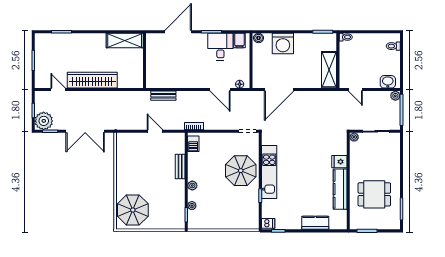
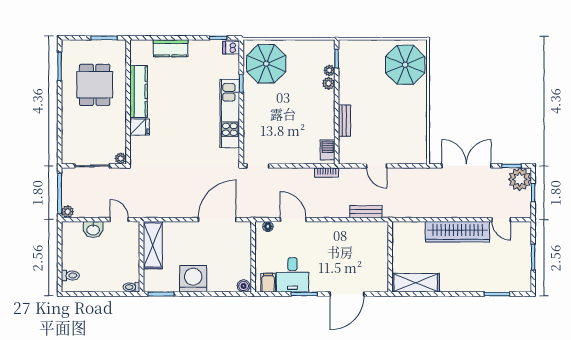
washing machine: (283, 44) -> (193, 279), moved
washbasin: (388, 82) -> (93, 230), moved
parasol: (241, 171) -> (266, 64), moved
plant: (192, 185) -> (329, 83), moved
dining table: (374, 194) -> (95, 85), turned 90

